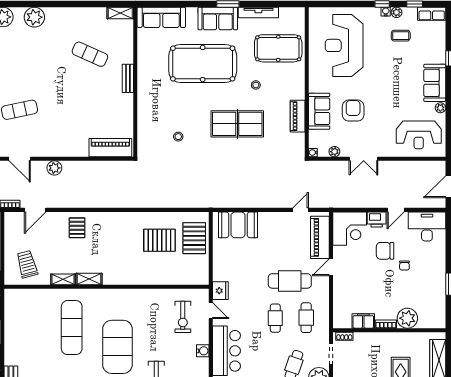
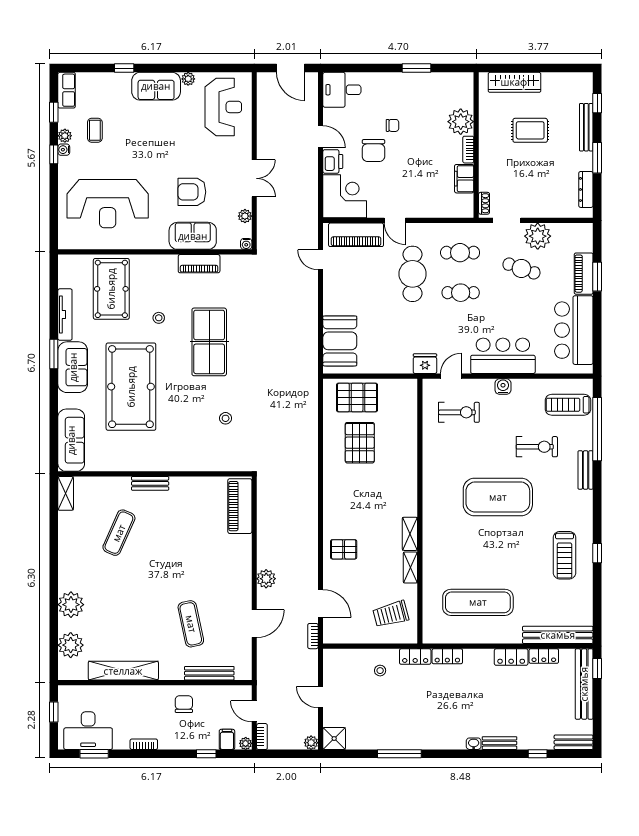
desk: (427, 226) -> (342, 90), width x0.73
exercise mat: (72, 328) -> (478, 602), moved

